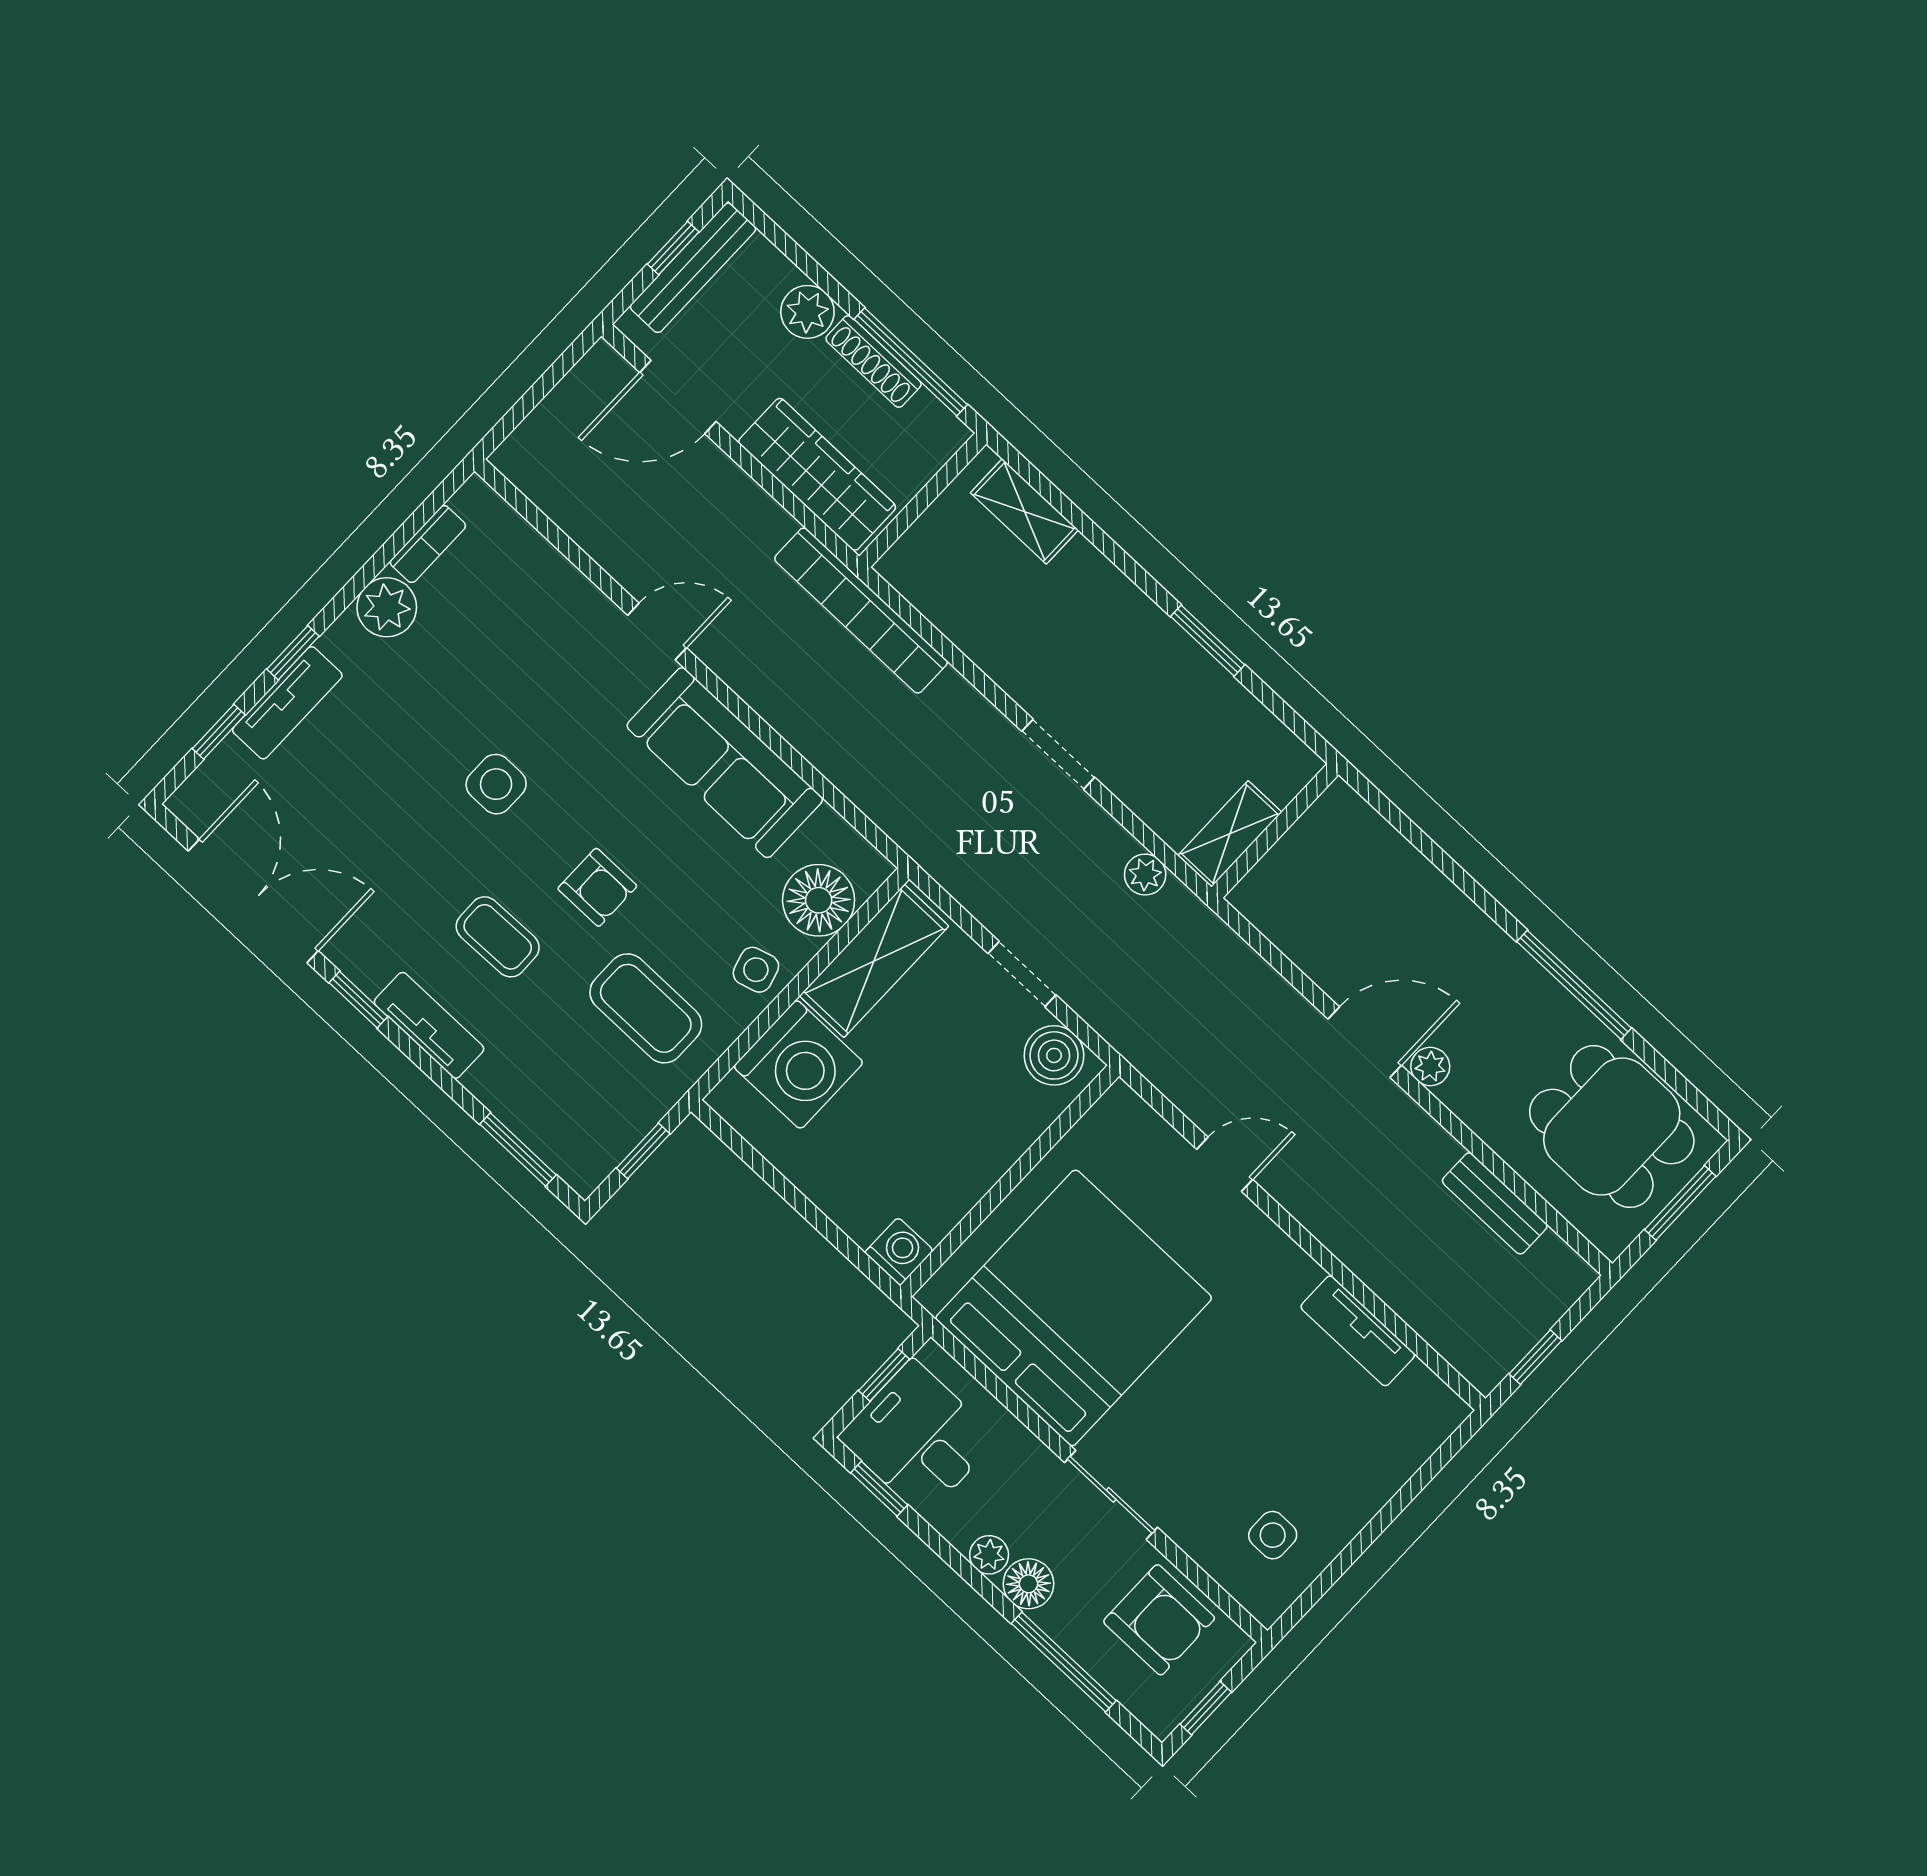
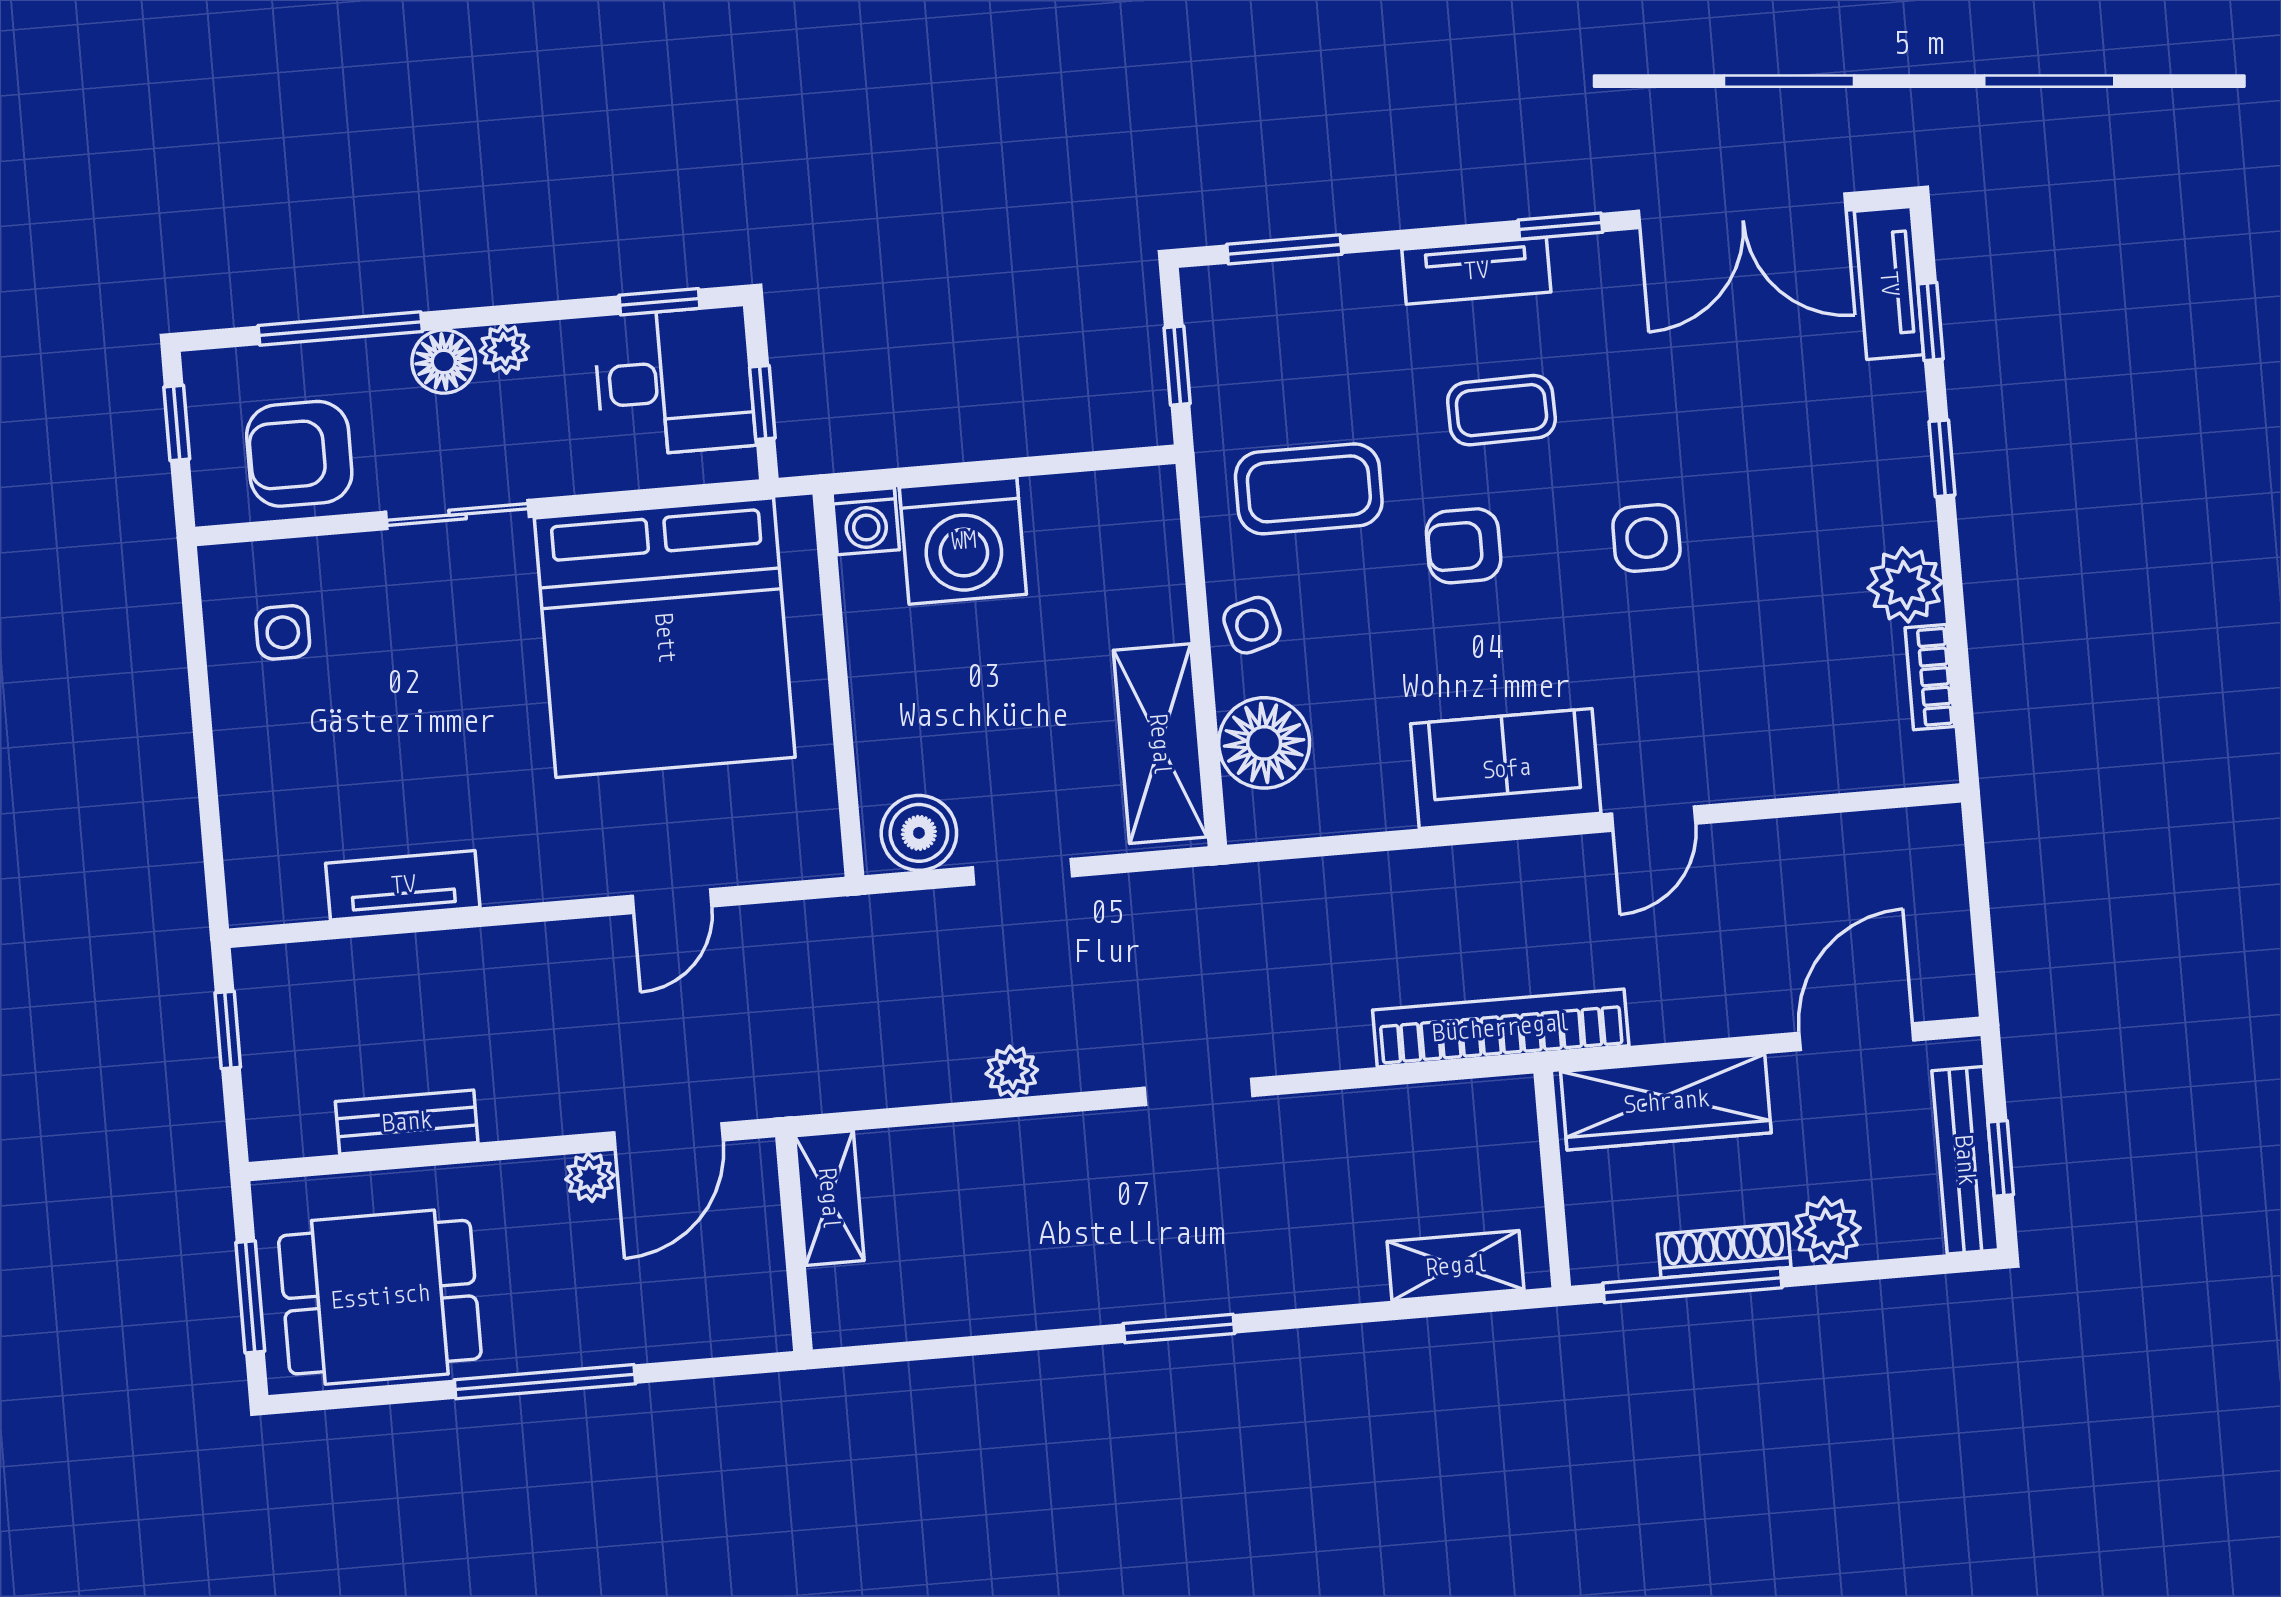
tv unit: (287, 703) -> (1889, 283), moved
sofa: (725, 763) -> (1506, 769), width x0.73
wall: (1275, 831) -> (794, 1243), moved
shelving: (1230, 834) -> (829, 1198), moved
washing machine: (798, 1065) -> (963, 541), moved, turned -90

